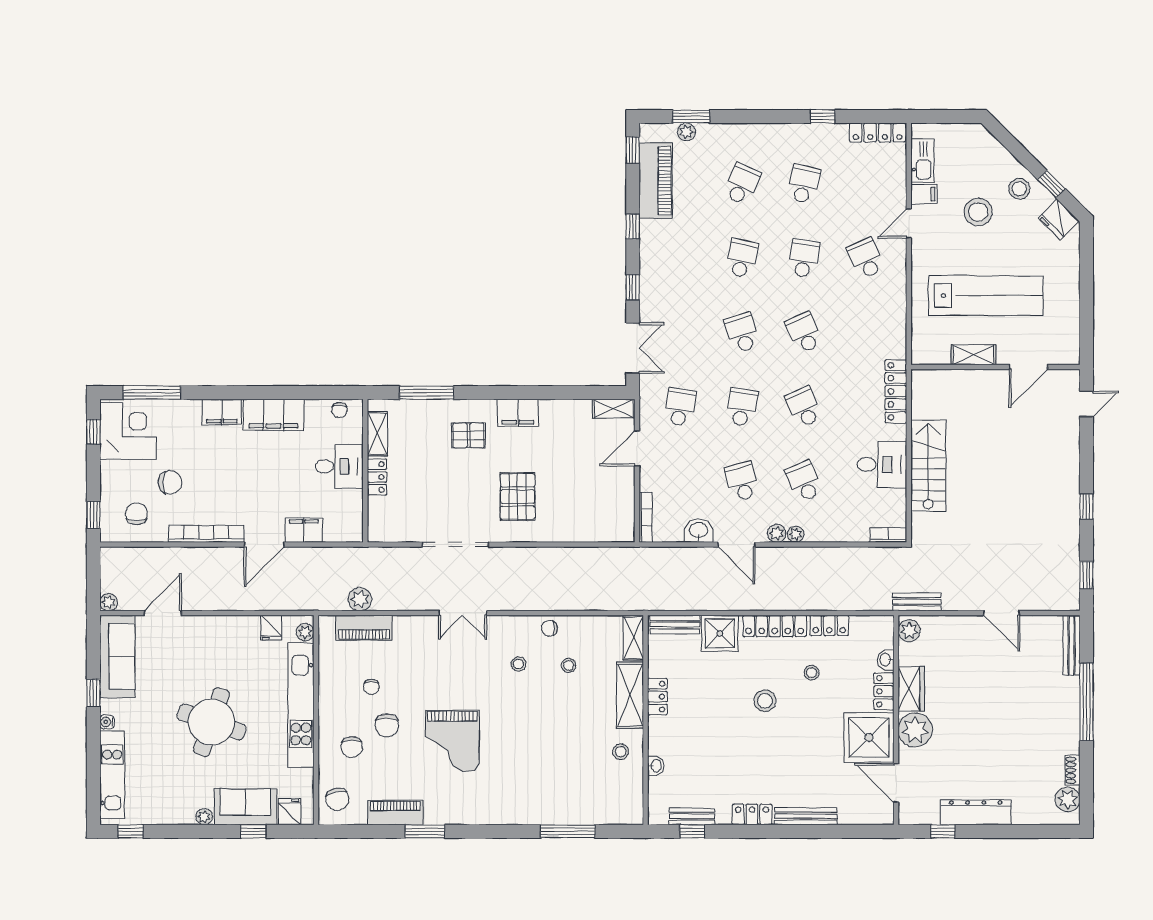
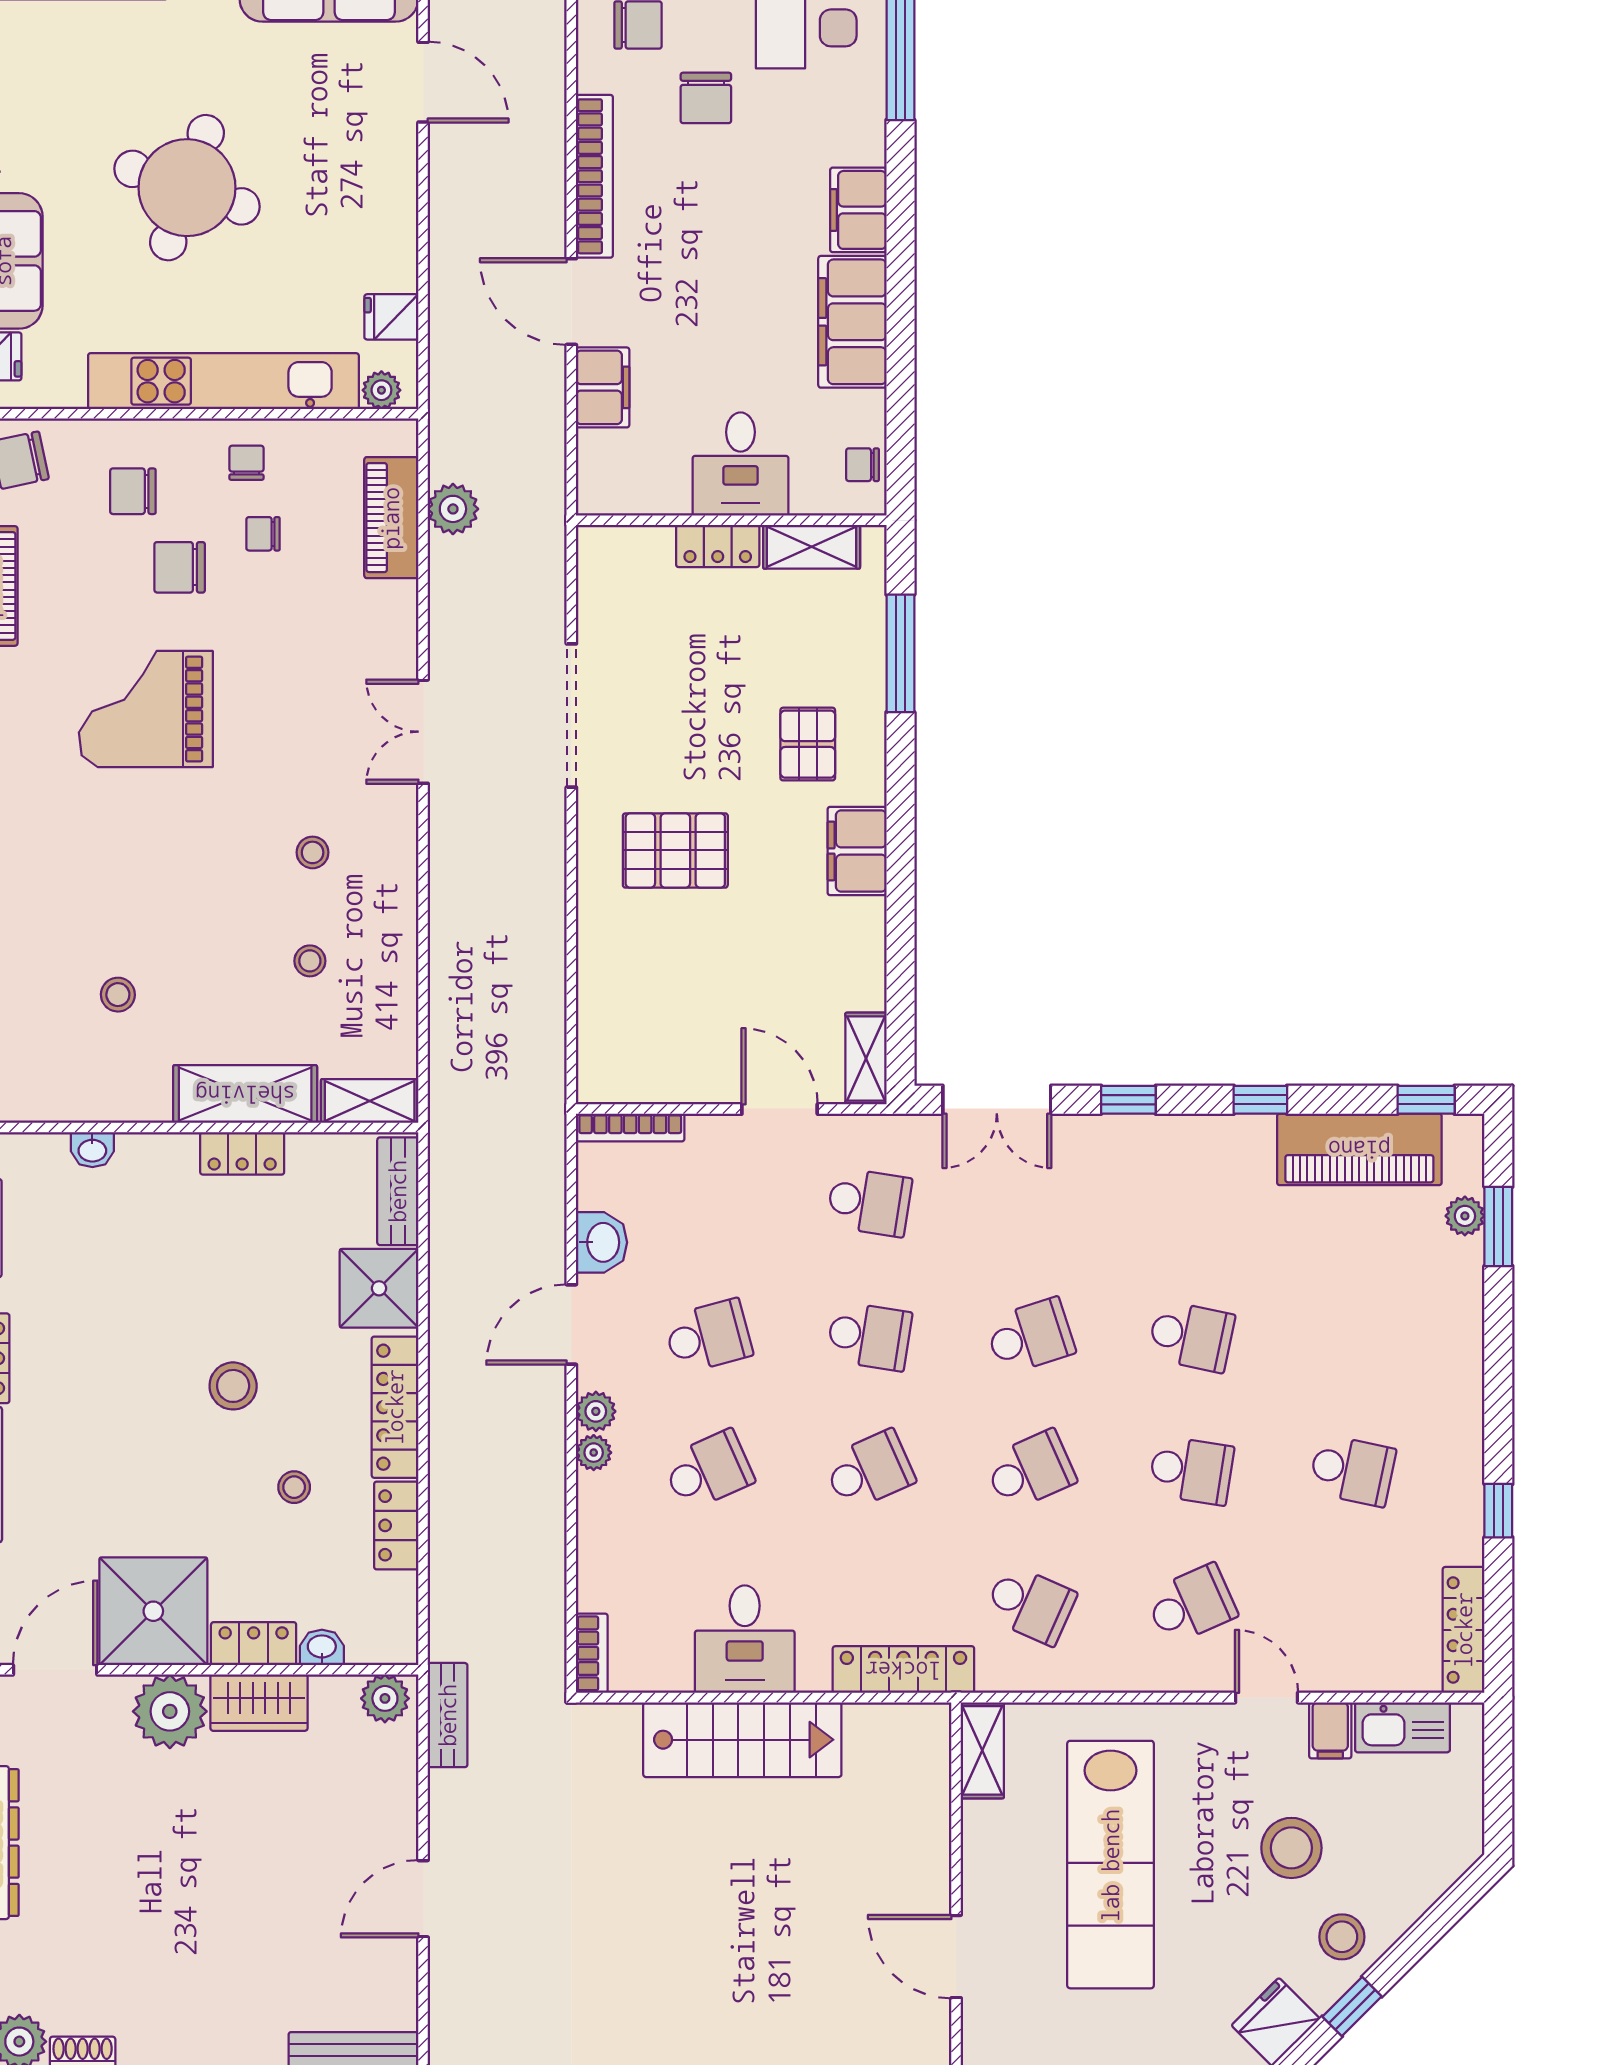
school desk: (742, 184) -> (1030, 1605), moved
shelving: (973, 355) -> (982, 1750), moved
chair: (549, 628) -> (246, 463), moved
stool: (621, 752) -> (118, 995), moved

